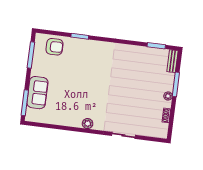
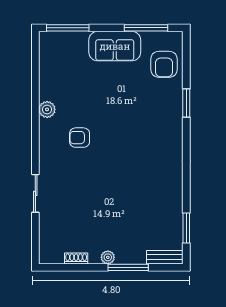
sofa: (37, 93) -> (115, 46), moved
armchair: (93, 104) -> (80, 138), added
plant: (88, 124) -> (47, 109), moved

